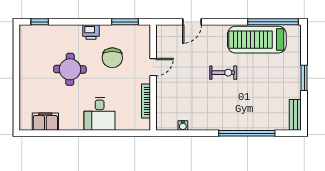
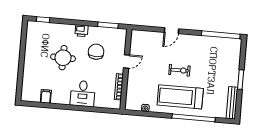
door: (192, 22) -> (172, 31), moved
treadmill: (257, 40) -> (180, 97), moved
chair: (112, 58) -> (96, 52), turned 180
bench: (295, 115) -> (232, 103), width x1.36
filing cabinet: (45, 122) -> (46, 96), width x0.50

